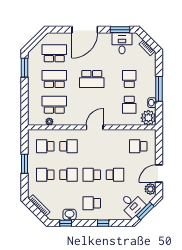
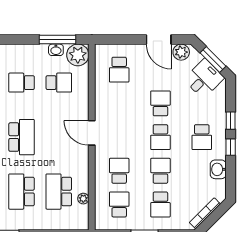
window: (159, 89) -> (57, 40), moved
school desk: (45, 146) -> (119, 204), turned 180
window: (66, 223) -> (231, 147), moved

